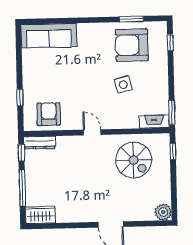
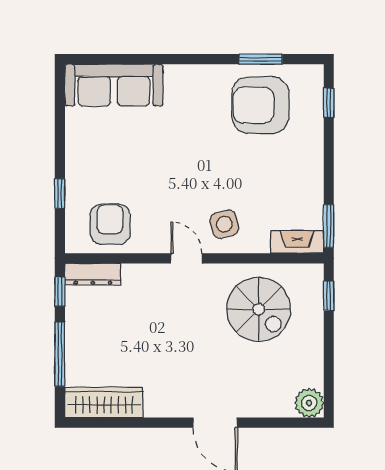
side table: (123, 85) -> (224, 224), moved
wardrobe: (40, 215) -> (104, 402), width x1.50

